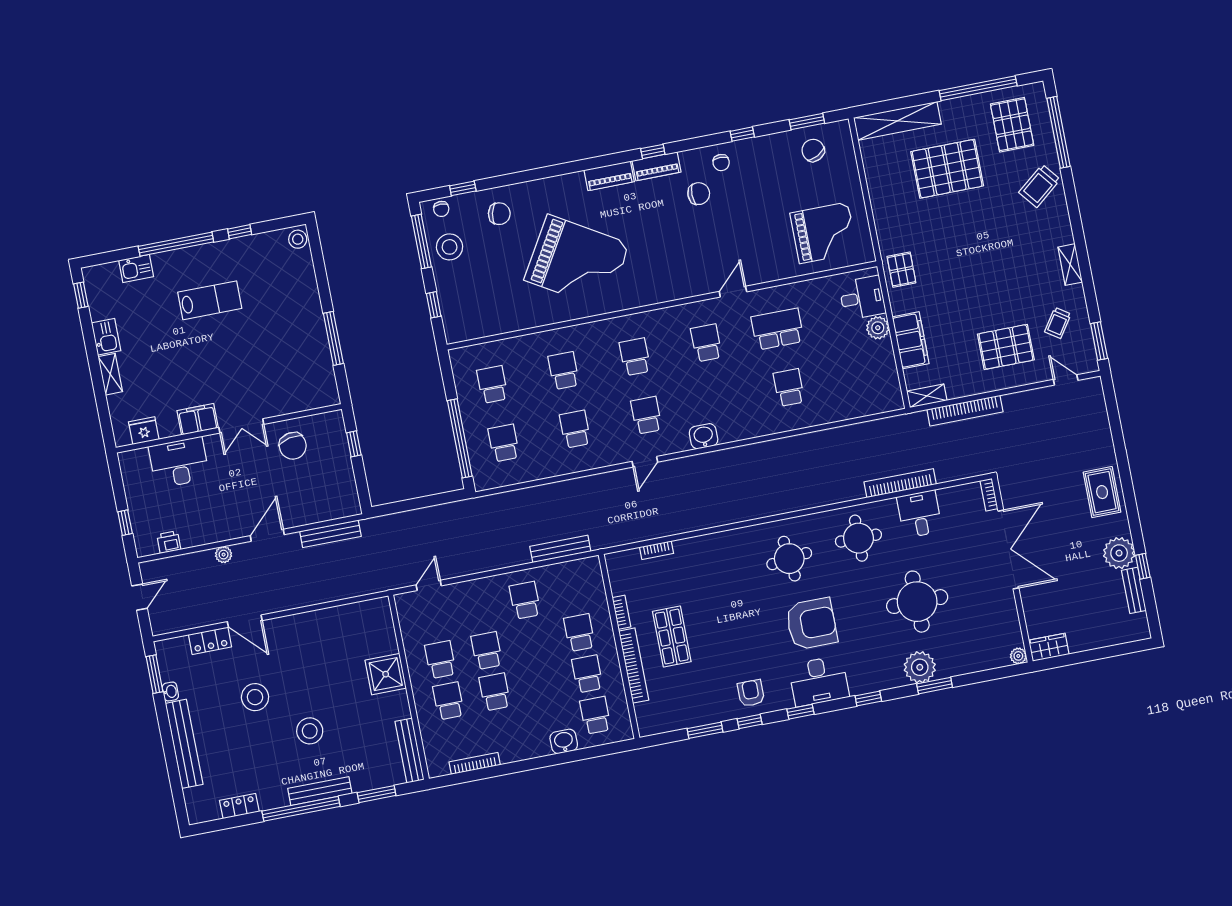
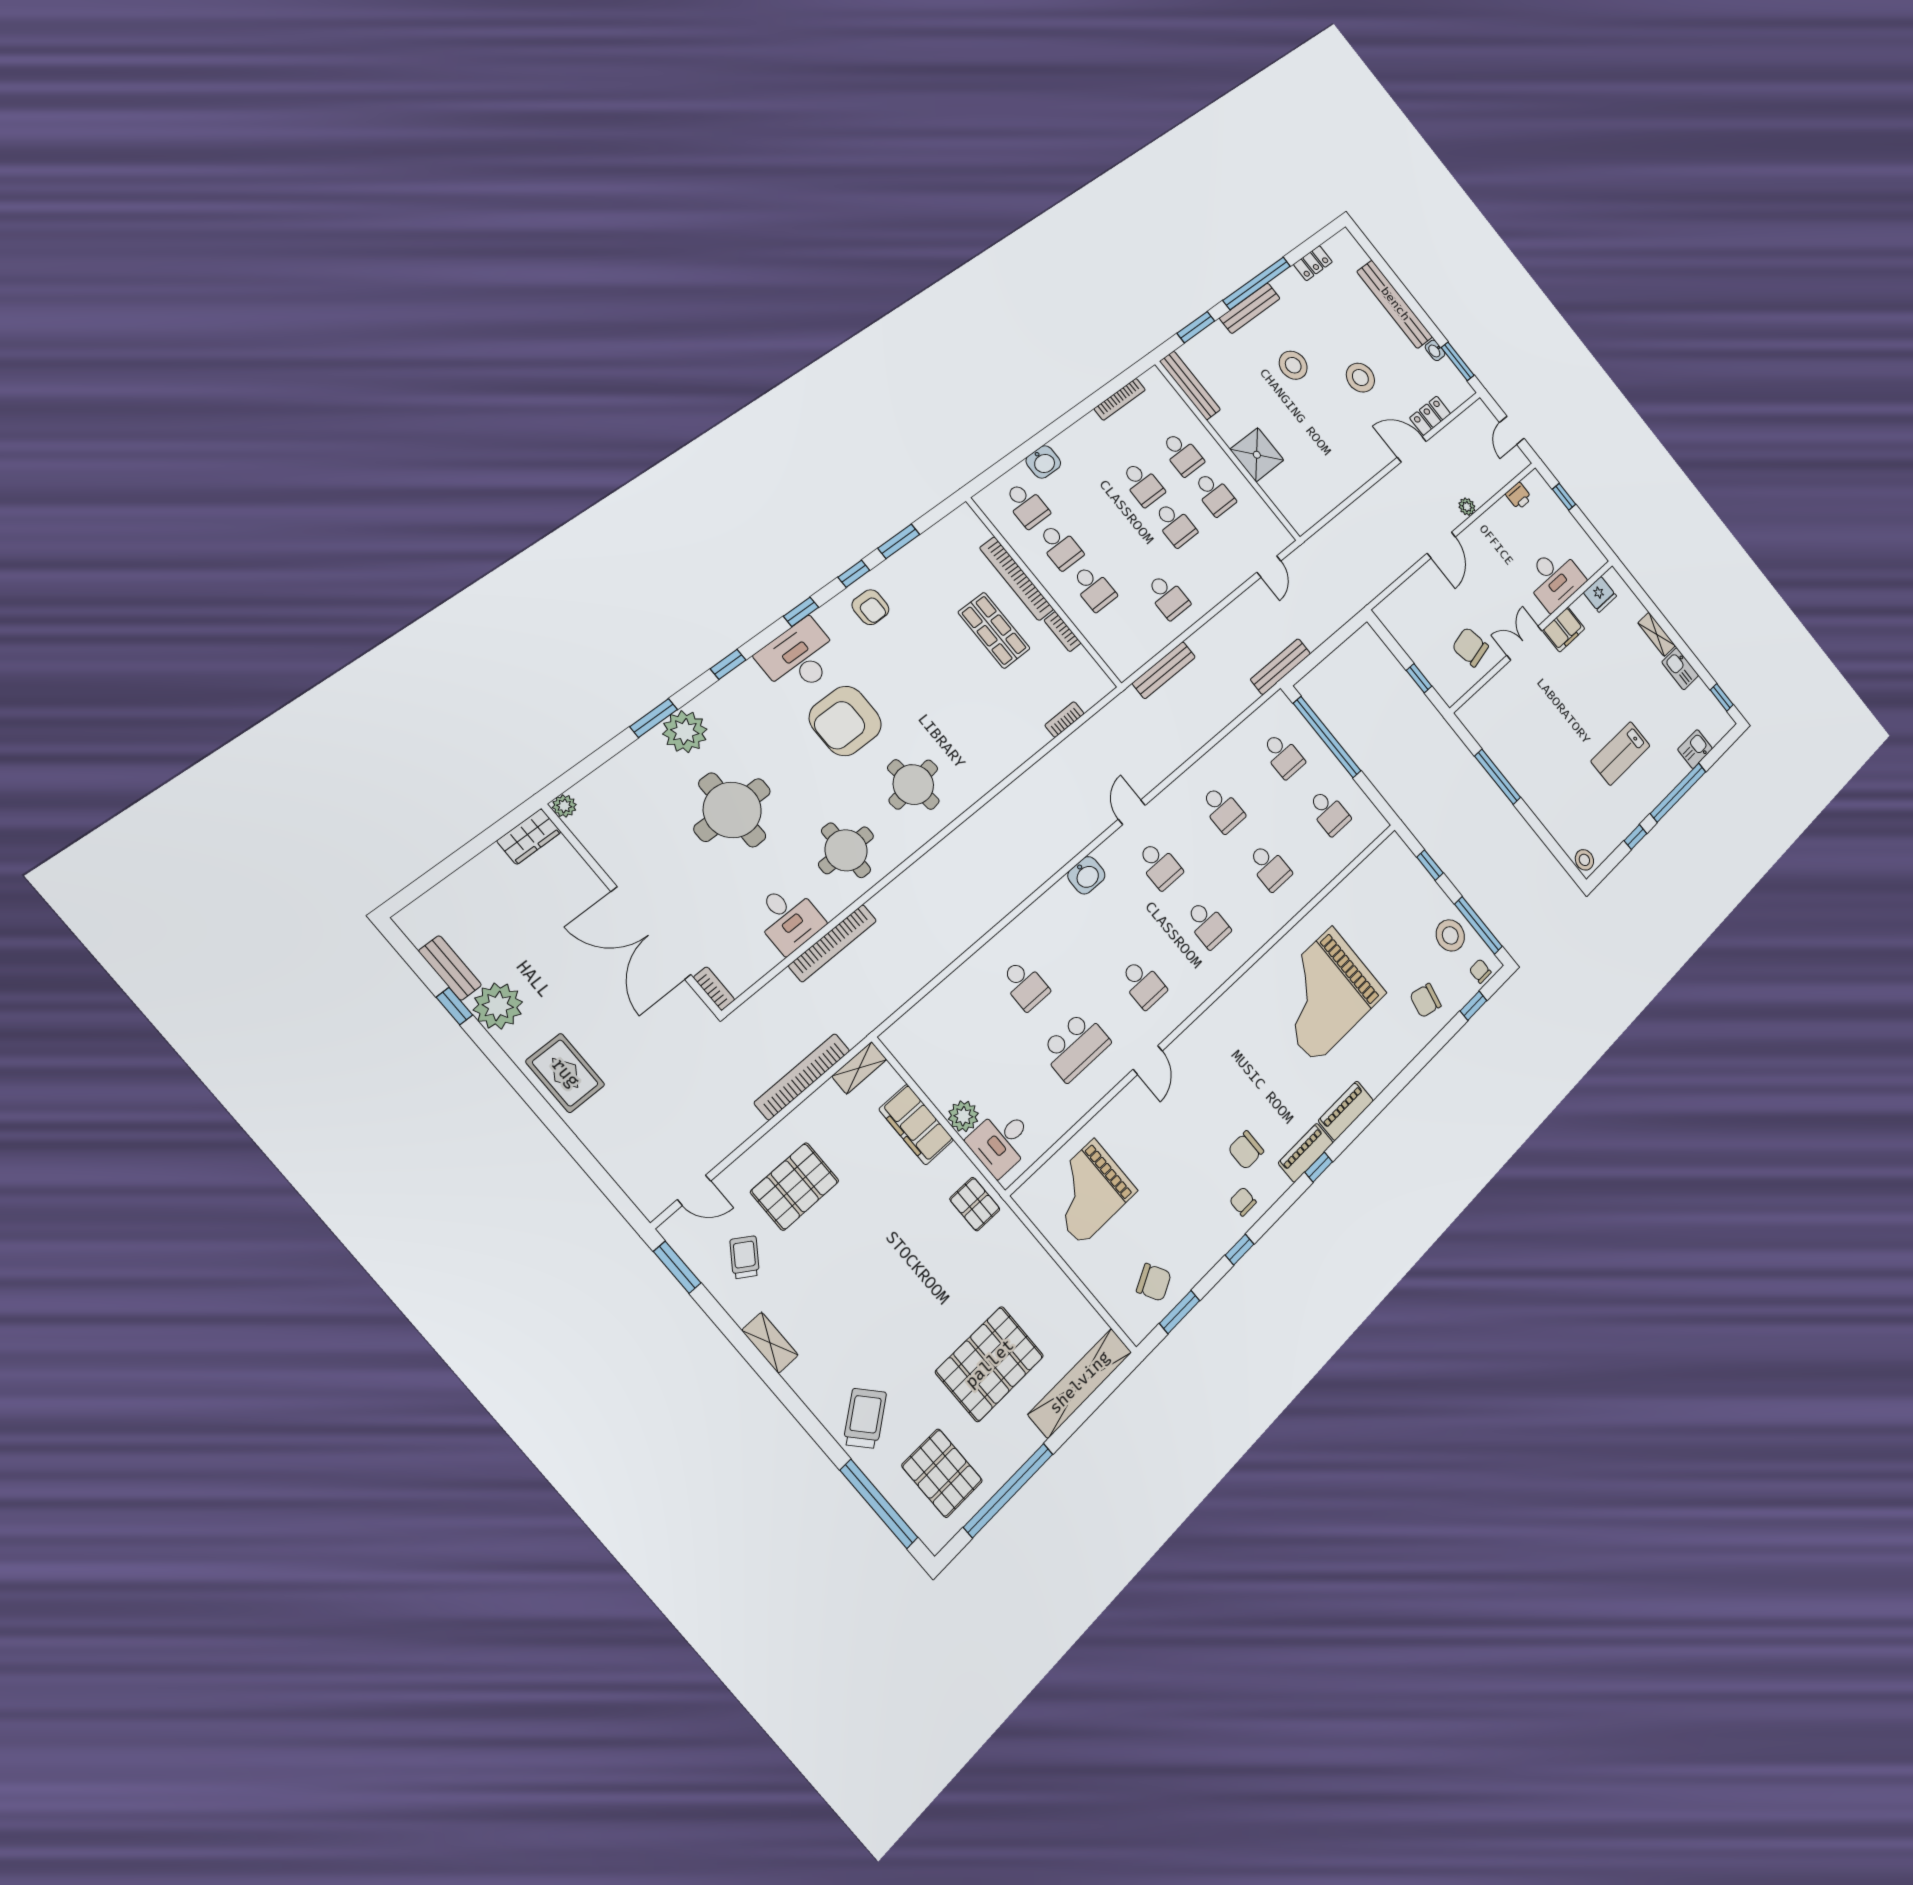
grand piano: (577, 262) -> (1324, 995), turned -31
bench: (330, 534) -> (1281, 667), moved

